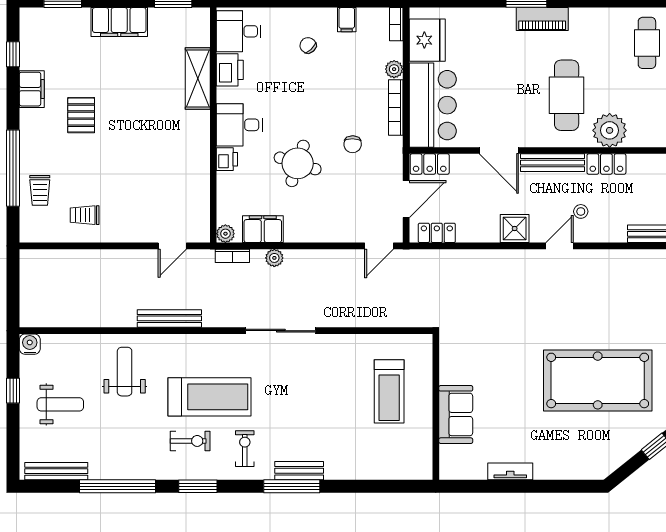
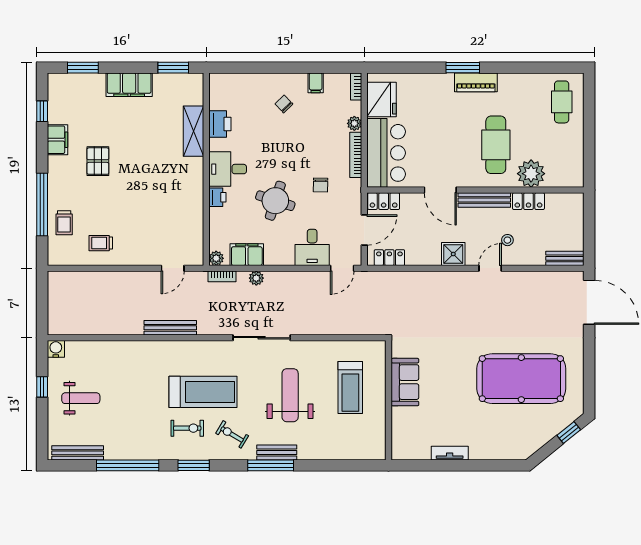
desk: (239, 31) -> (312, 247), moved, turned -90
weight bench: (125, 372) -> (290, 395), moved, width x1.36, depth x1.33
sofa: (456, 414) -> (405, 382), moved
exercise bike: (245, 449) -> (232, 434), turned -59

